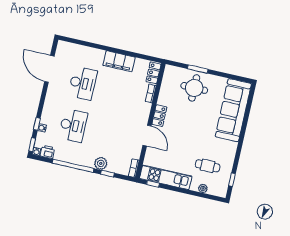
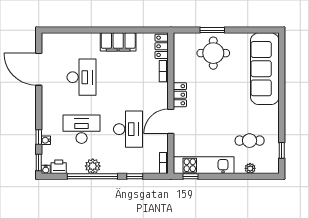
desk: (73, 125) -> (82, 129), turned -90
desk: (111, 134) -> (128, 129), added
door: (147, 136) -> (171, 121), swing flipped
plant: (101, 163) -> (93, 166), moved

